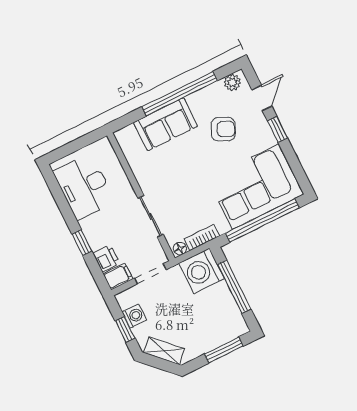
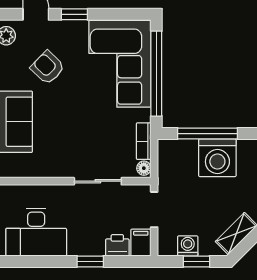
armchair: (223, 129) -> (48, 68), turned -71
washing machine: (202, 271) -> (217, 158), moved

